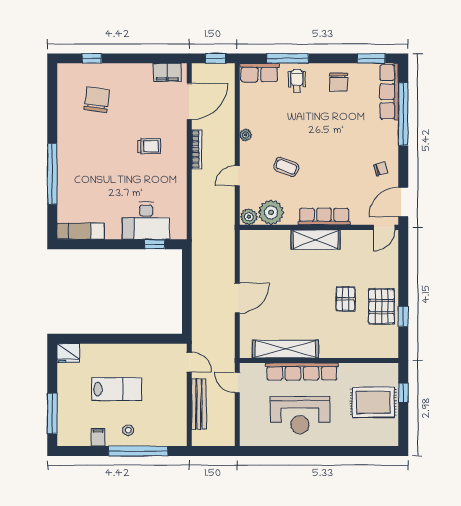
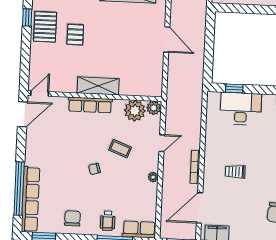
row of seats: (389, 92) -> (30, 199), width x1.36
chair: (381, 169) -> (94, 169), moved
door: (237, 298) -> (167, 40), swing flipped

